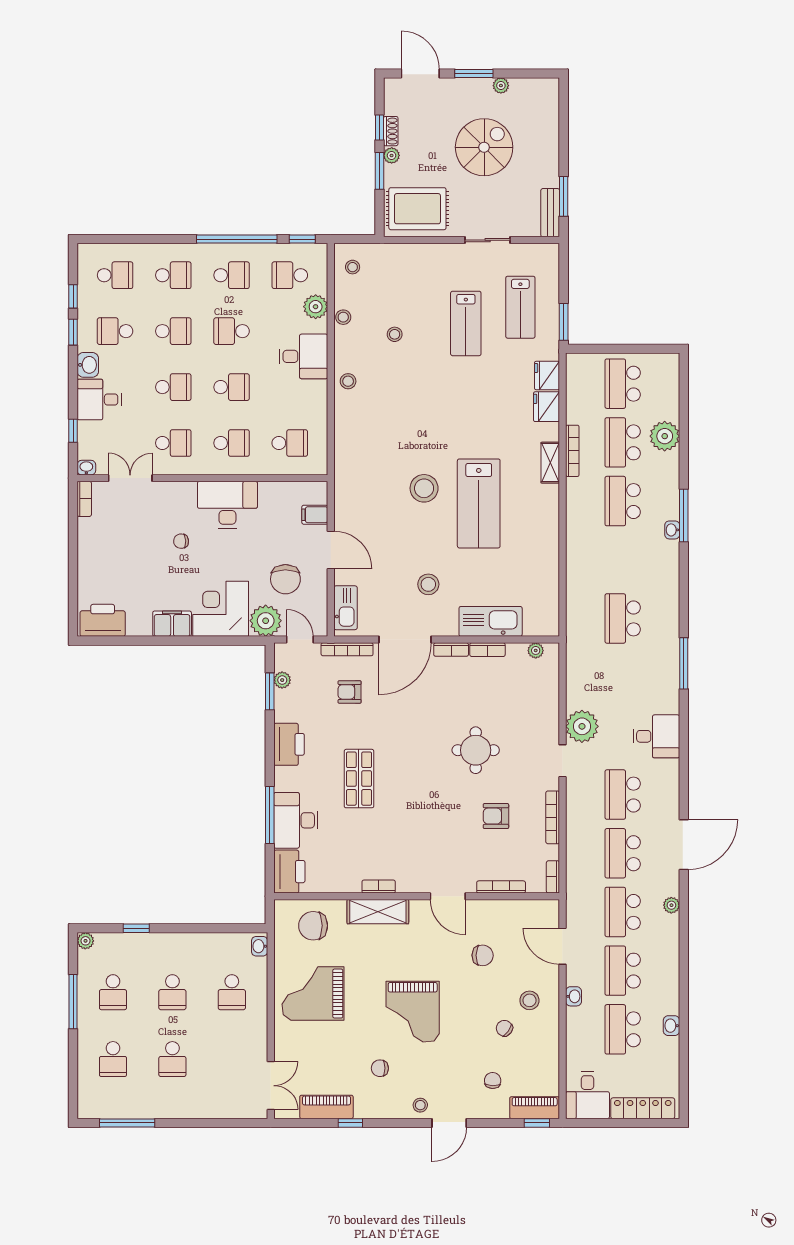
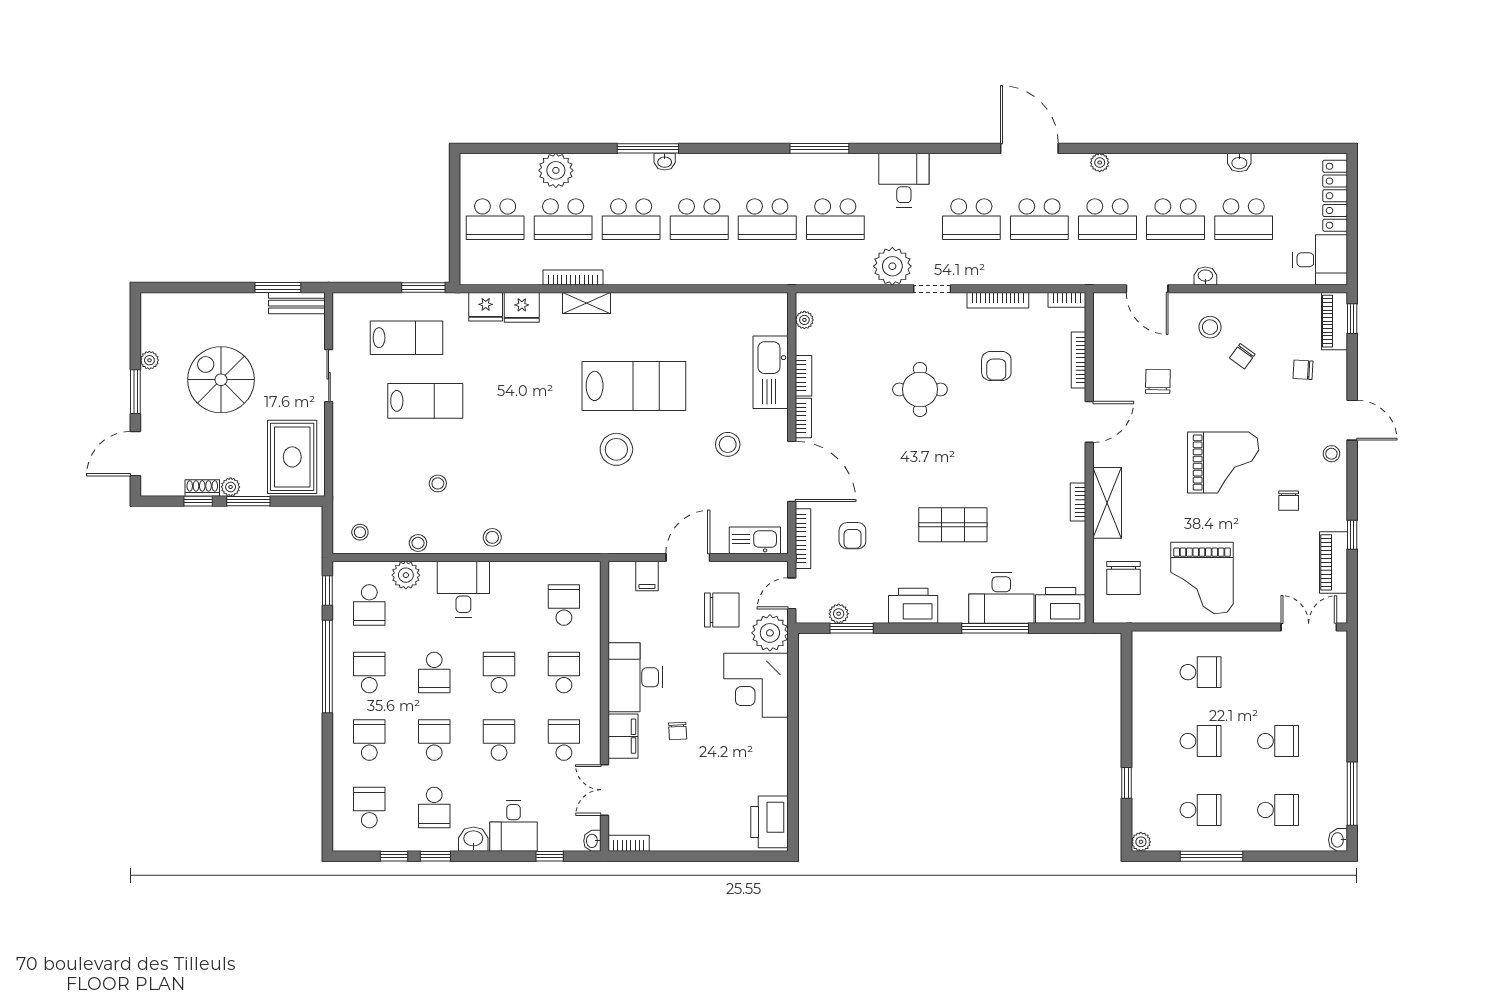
school desk: (623, 560) -> (699, 219), added
filing cabinet: (172, 624) -> (623, 736), moved, turned 180
school desk: (623, 677) -> (835, 219), added
washbasin: (260, 946) -> (1338, 840), moved, turned 90
door: (563, 946) -> (1147, 289), hinge flipped

